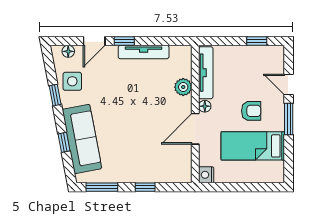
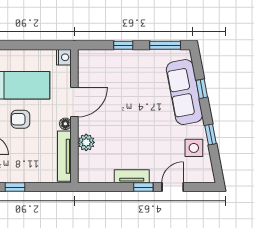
floor lamp: (68, 51) -> (198, 177), removed
tv unit: (144, 52) -> (132, 176), width x0.71

